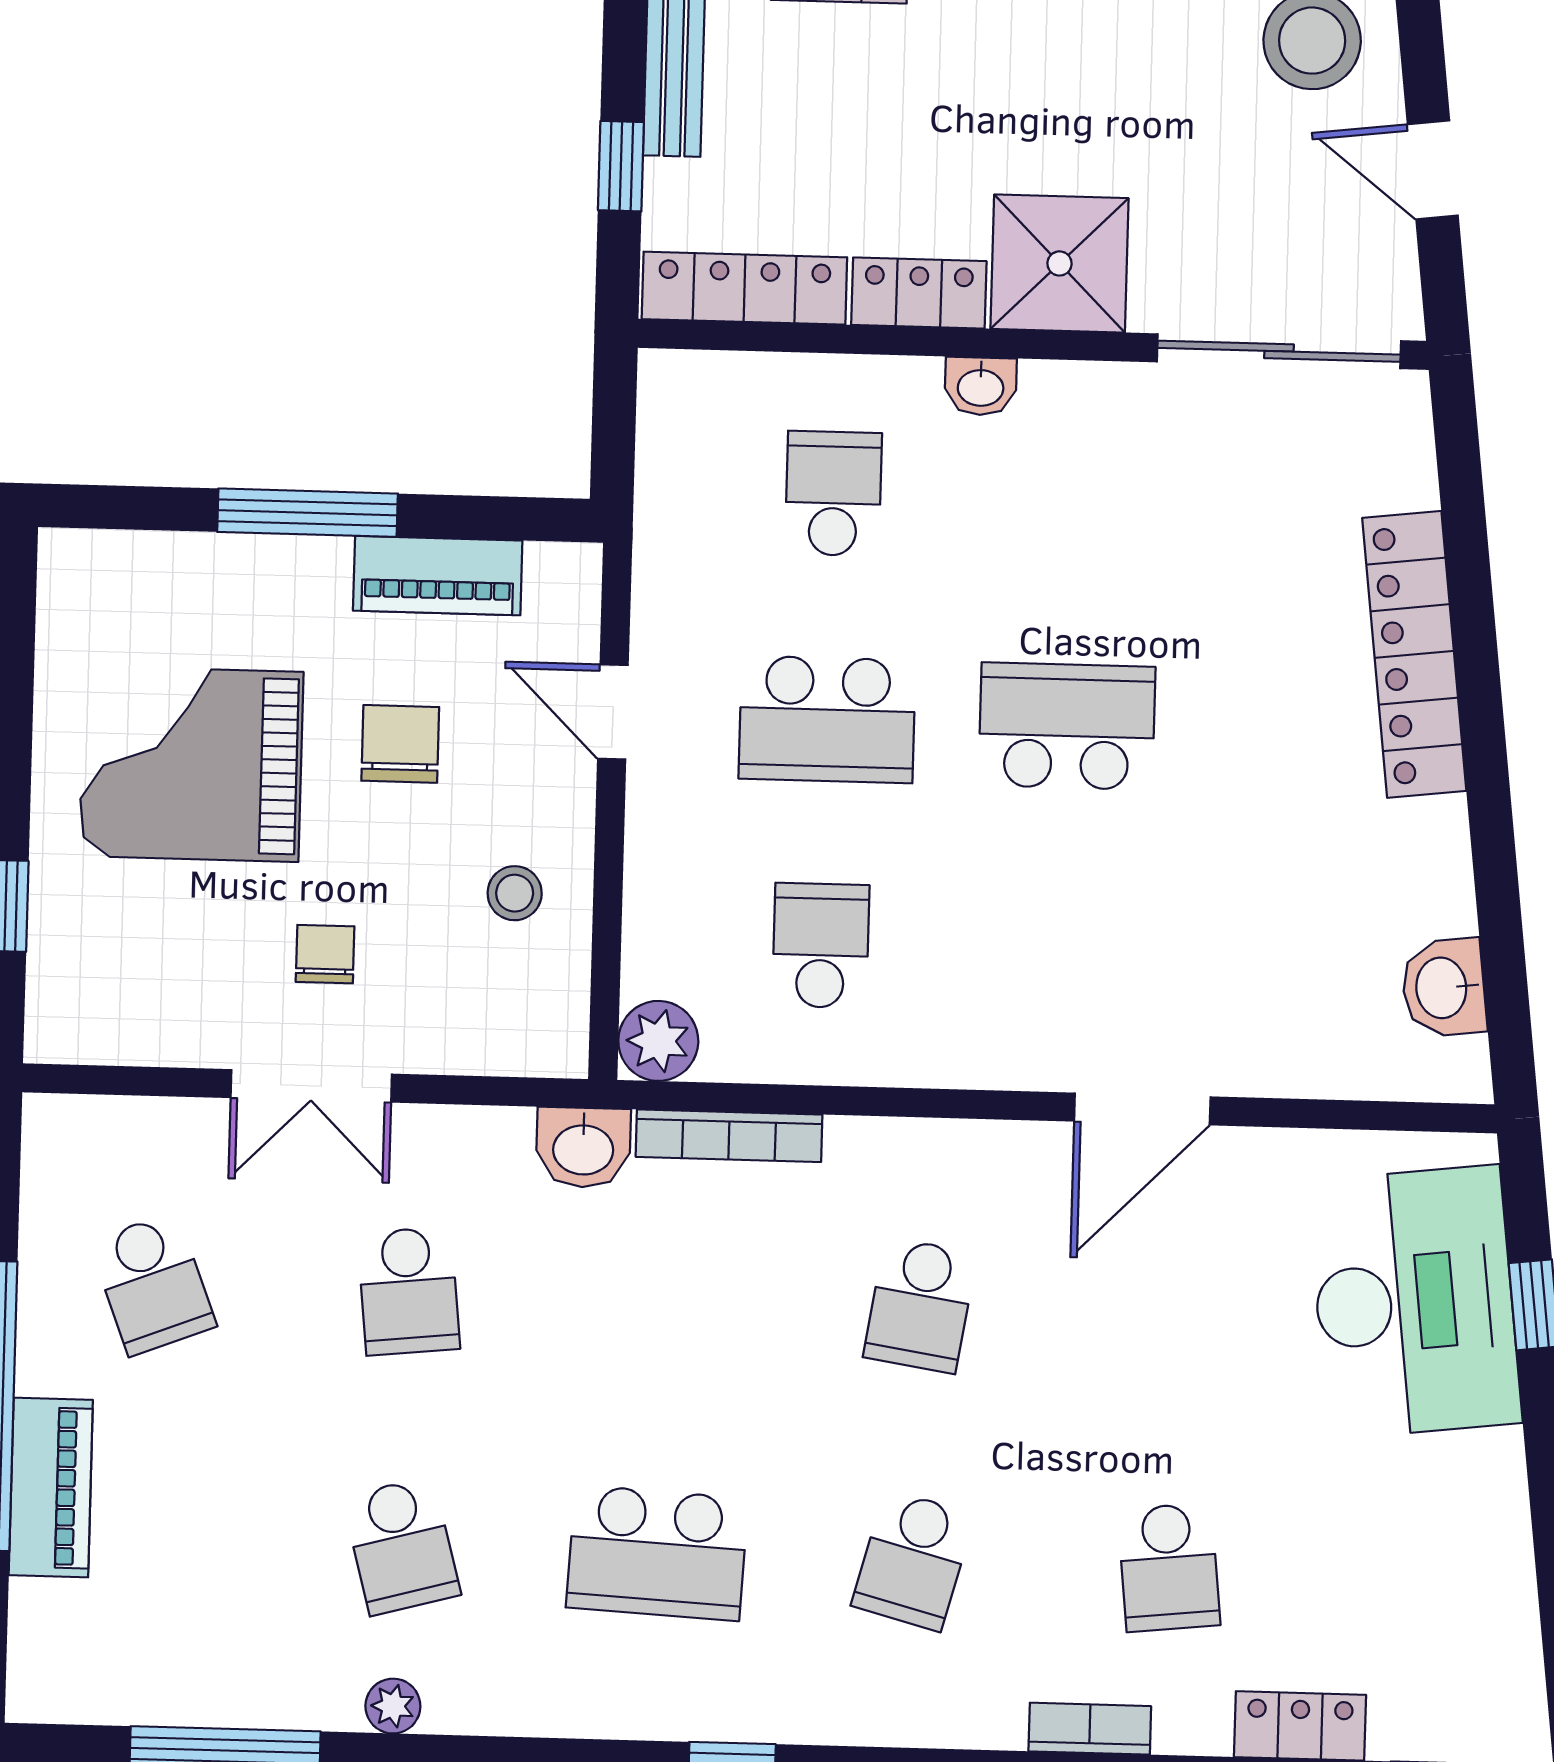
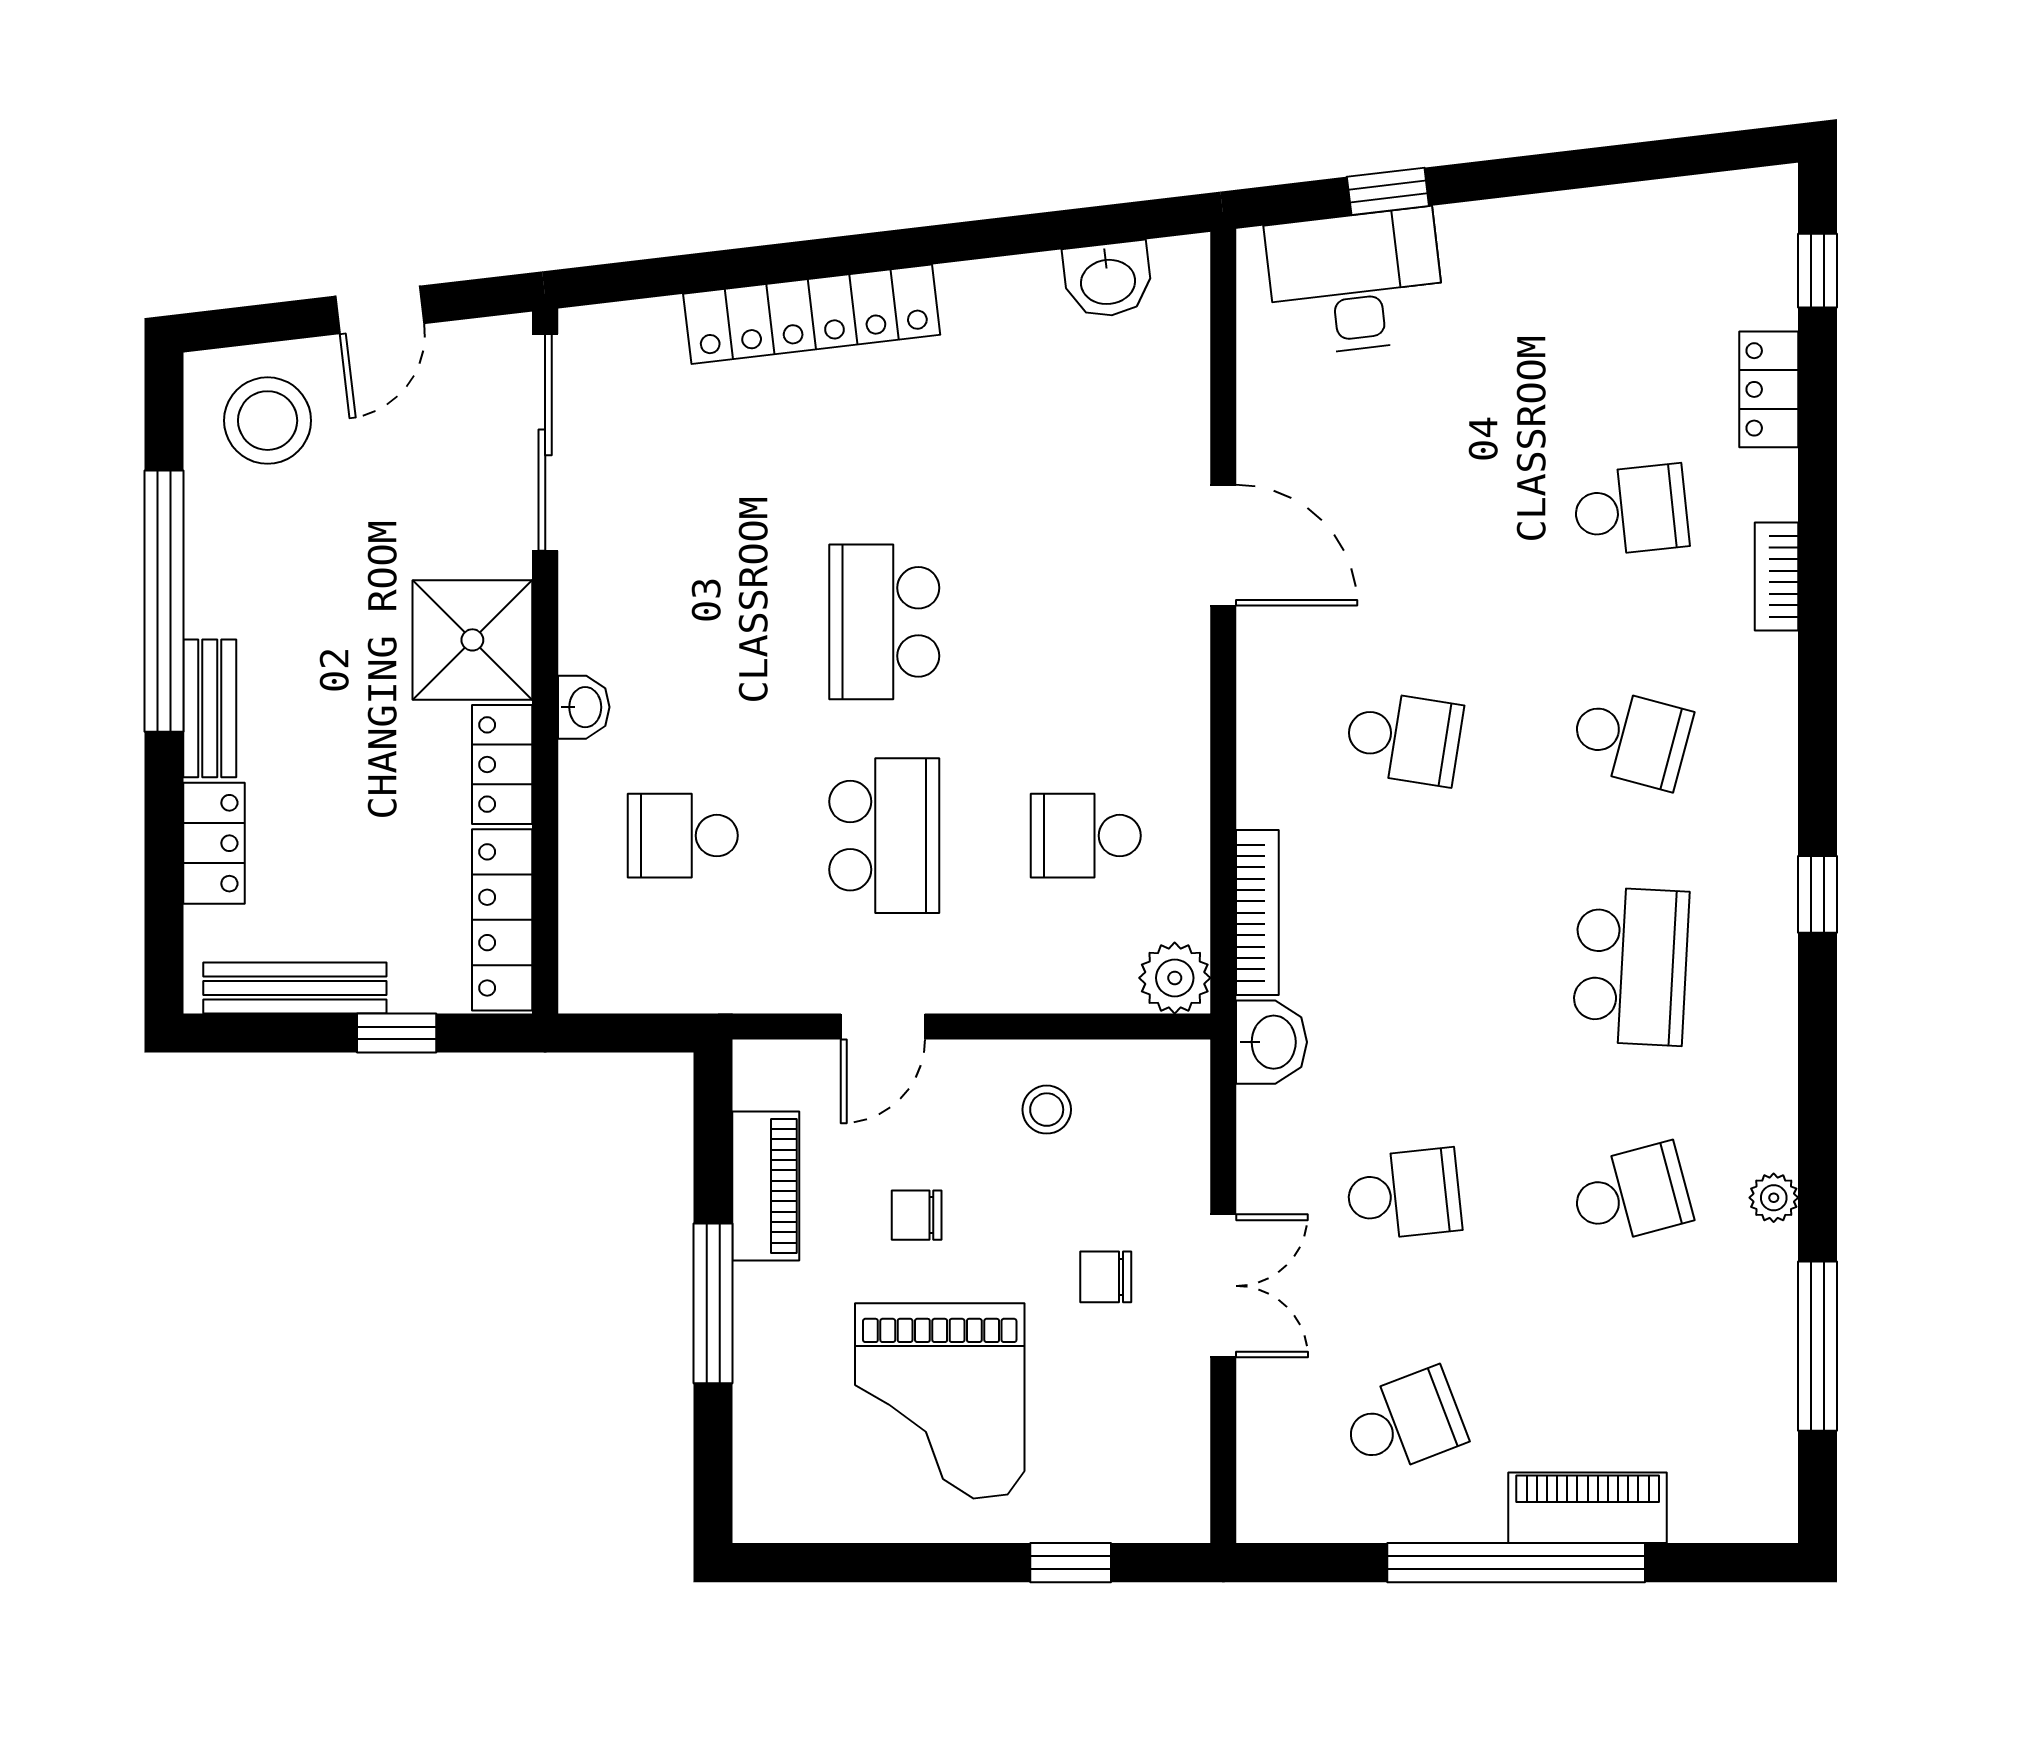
chair: (400, 744) -> (917, 1215), width x0.73, depth x0.73
desk: (1414, 1302) -> (1355, 282), width x0.73, depth x0.77

